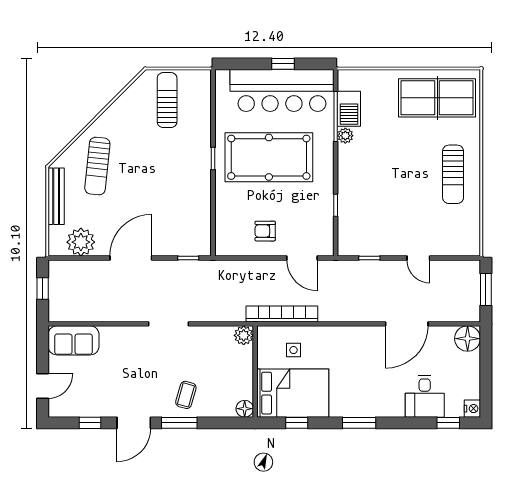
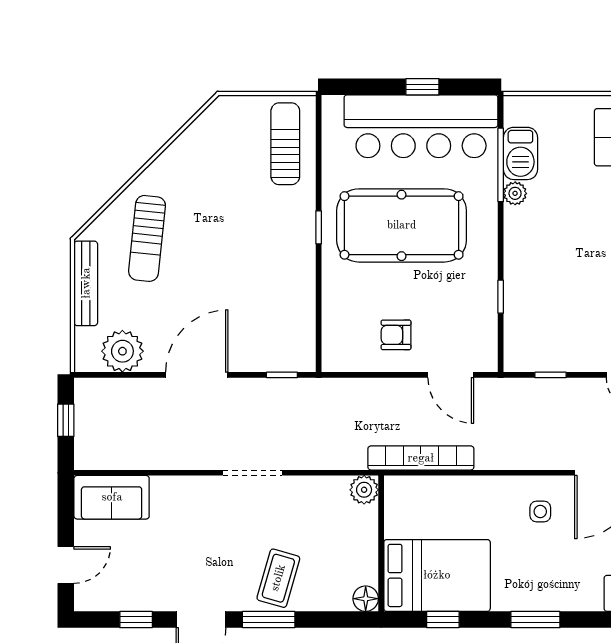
sun lounger: (167, 100) -> (285, 144), moved
side table: (293, 350) -> (540, 512), moved
coffee table: (186, 395) -> (278, 578), width x1.36, depth x1.30

